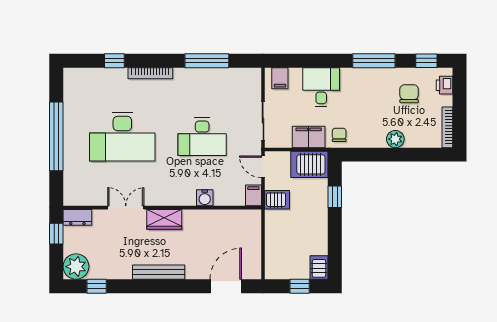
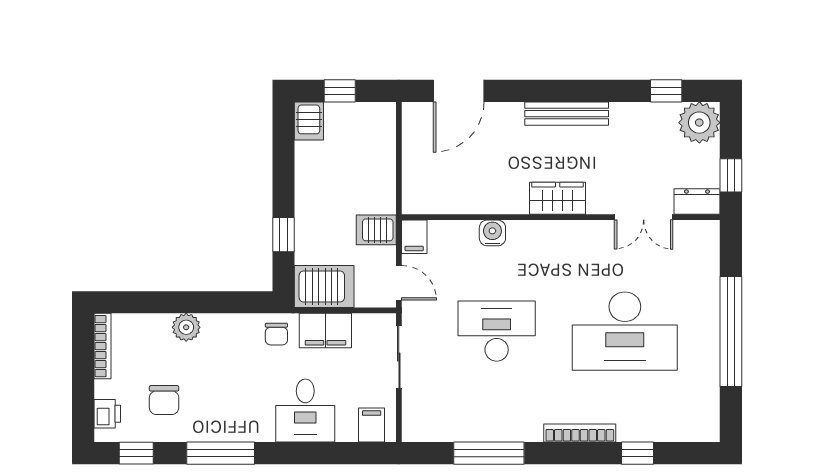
desk: (122, 137) -> (625, 331), turned 180
double door: (126, 208) -> (644, 217), moved

